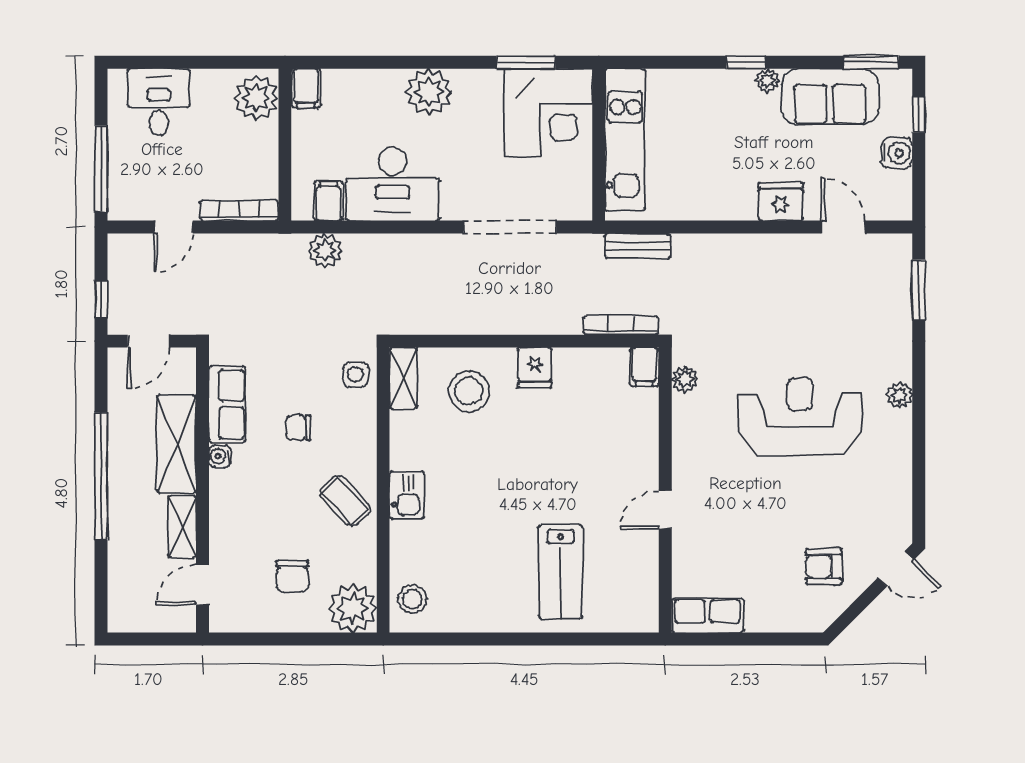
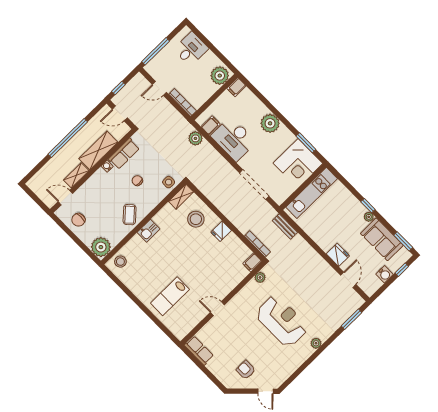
chair: (292, 576) -> (78, 220), moved

